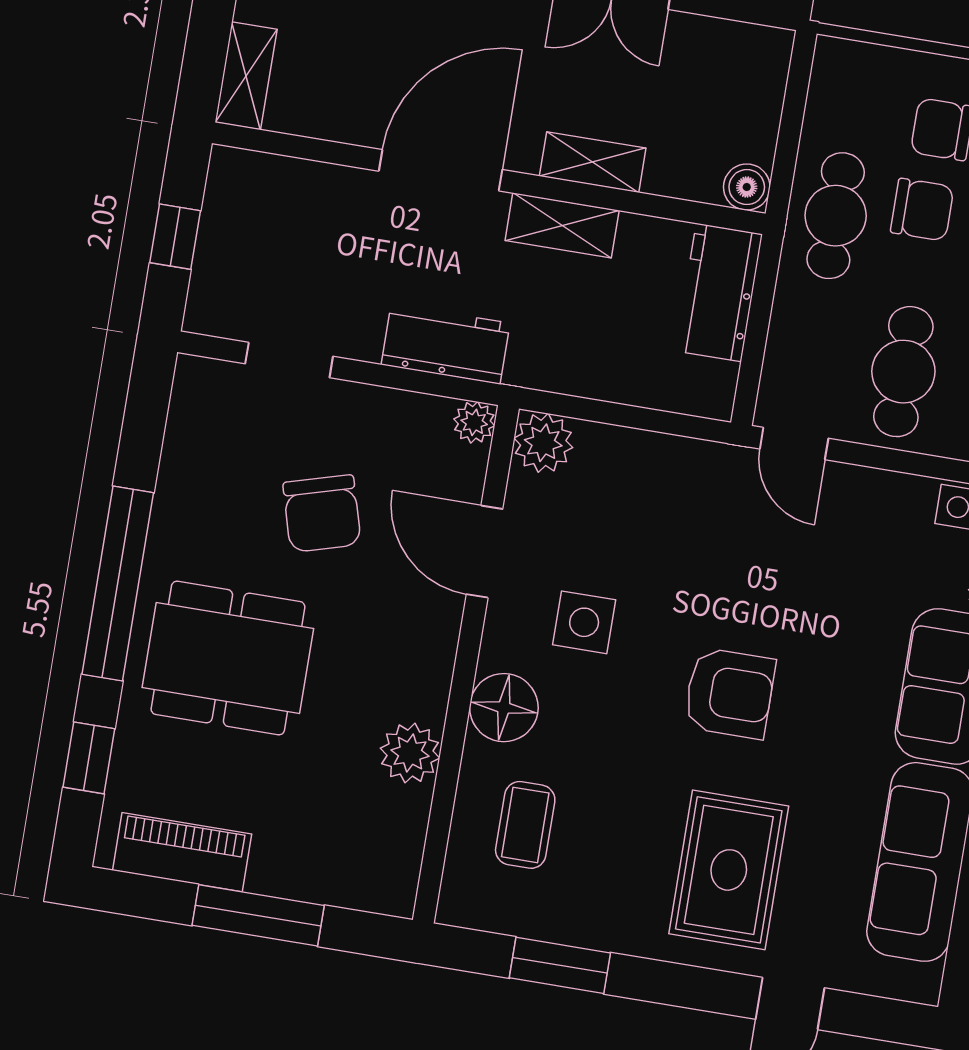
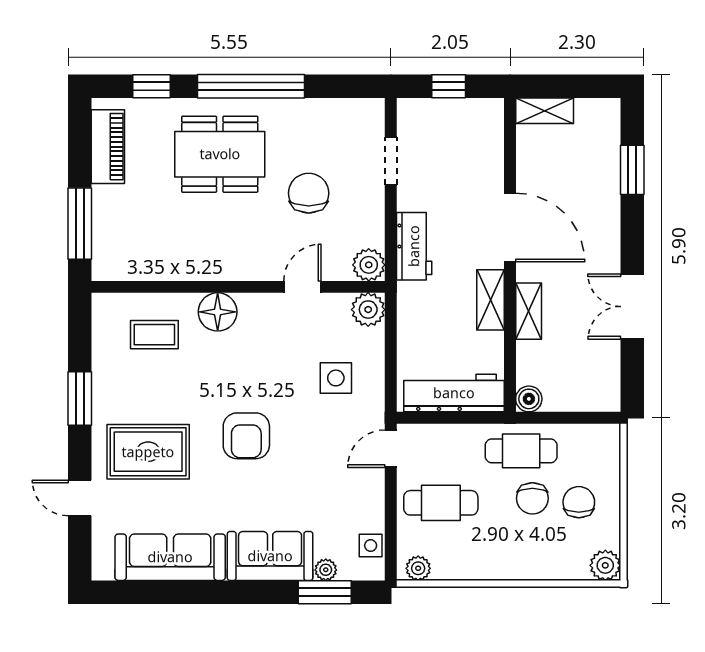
workbench: (719, 293) -> (454, 393), width x1.37
plant: (474, 422) -> (369, 265), width x1.38, depth x1.38
chair: (322, 513) -> (309, 193), turned 106
door: (485, 552) -> (302, 287), width x0.73
side table: (584, 622) -> (336, 378), moved
dining table: (228, 658) -> (220, 154), turned 90
plant: (410, 753) -> (184, 264), removed
window: (258, 915) -> (80, 224), moved
window: (560, 965) -> (80, 399), moved

